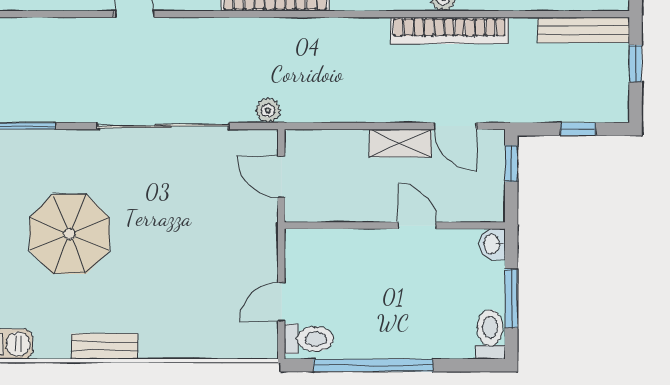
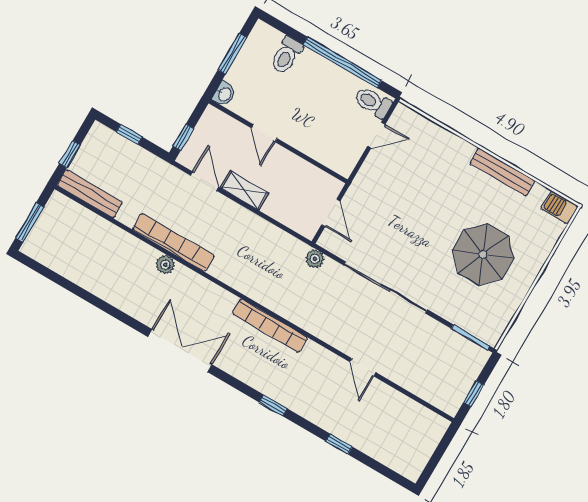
toilet: (490, 334) -> (286, 55), moved
bench: (104, 346) -> (502, 172), width x1.36

